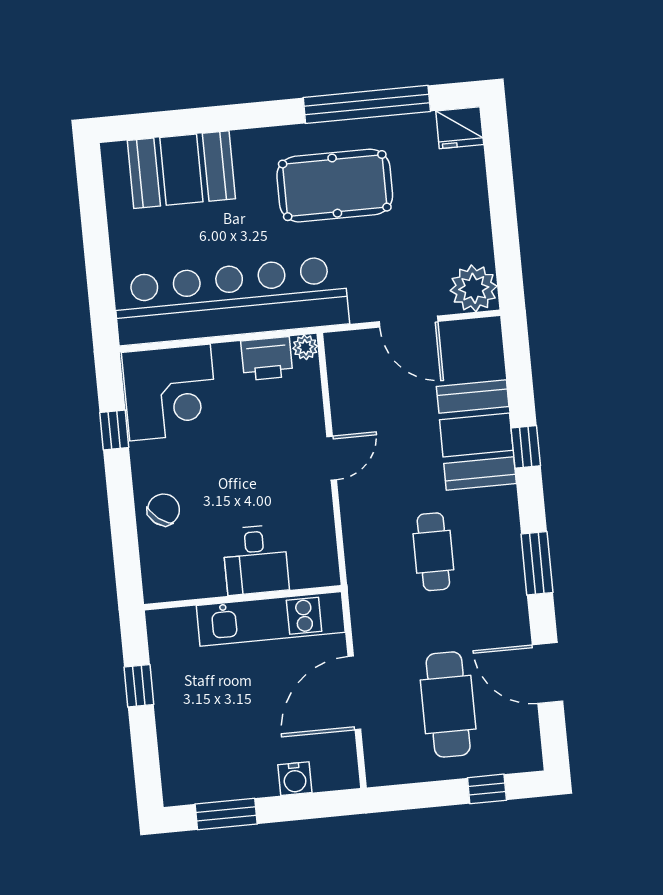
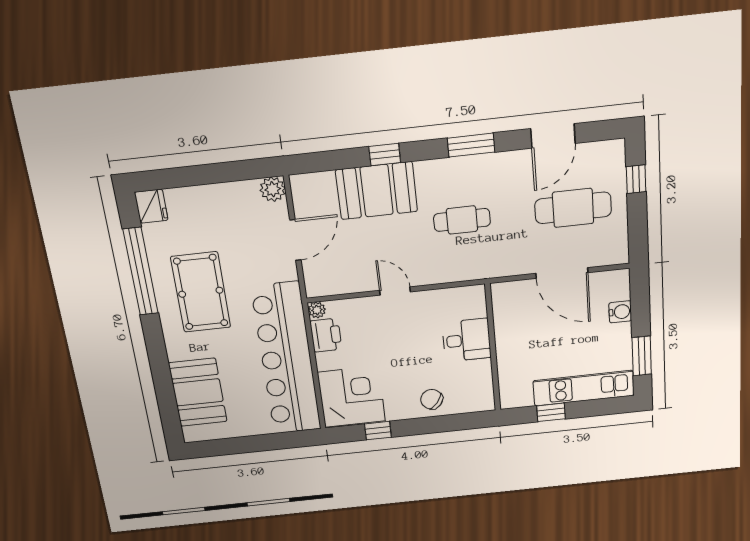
plant: (474, 288) -> (273, 189), width x0.73, depth x0.73
kitchen unit: (271, 619) -> (584, 388), moved, turned -90

